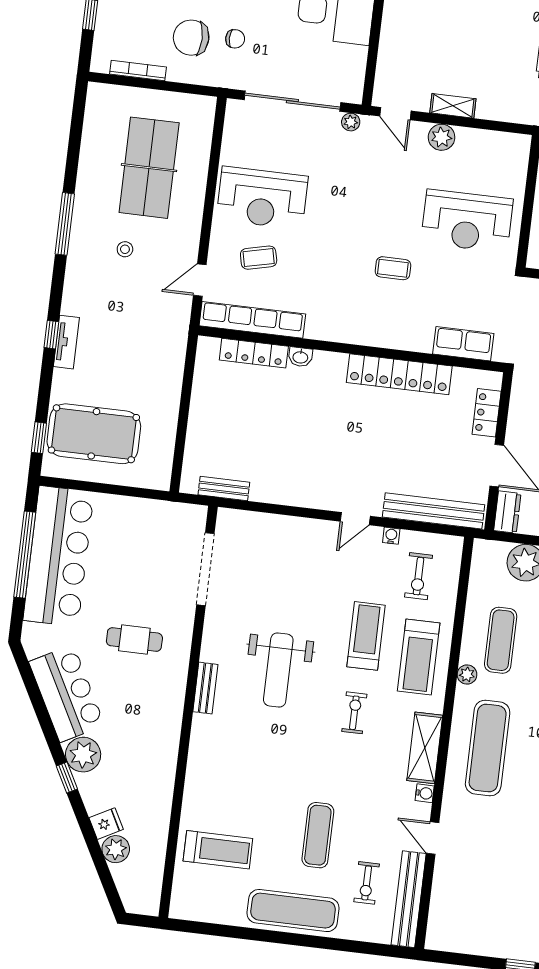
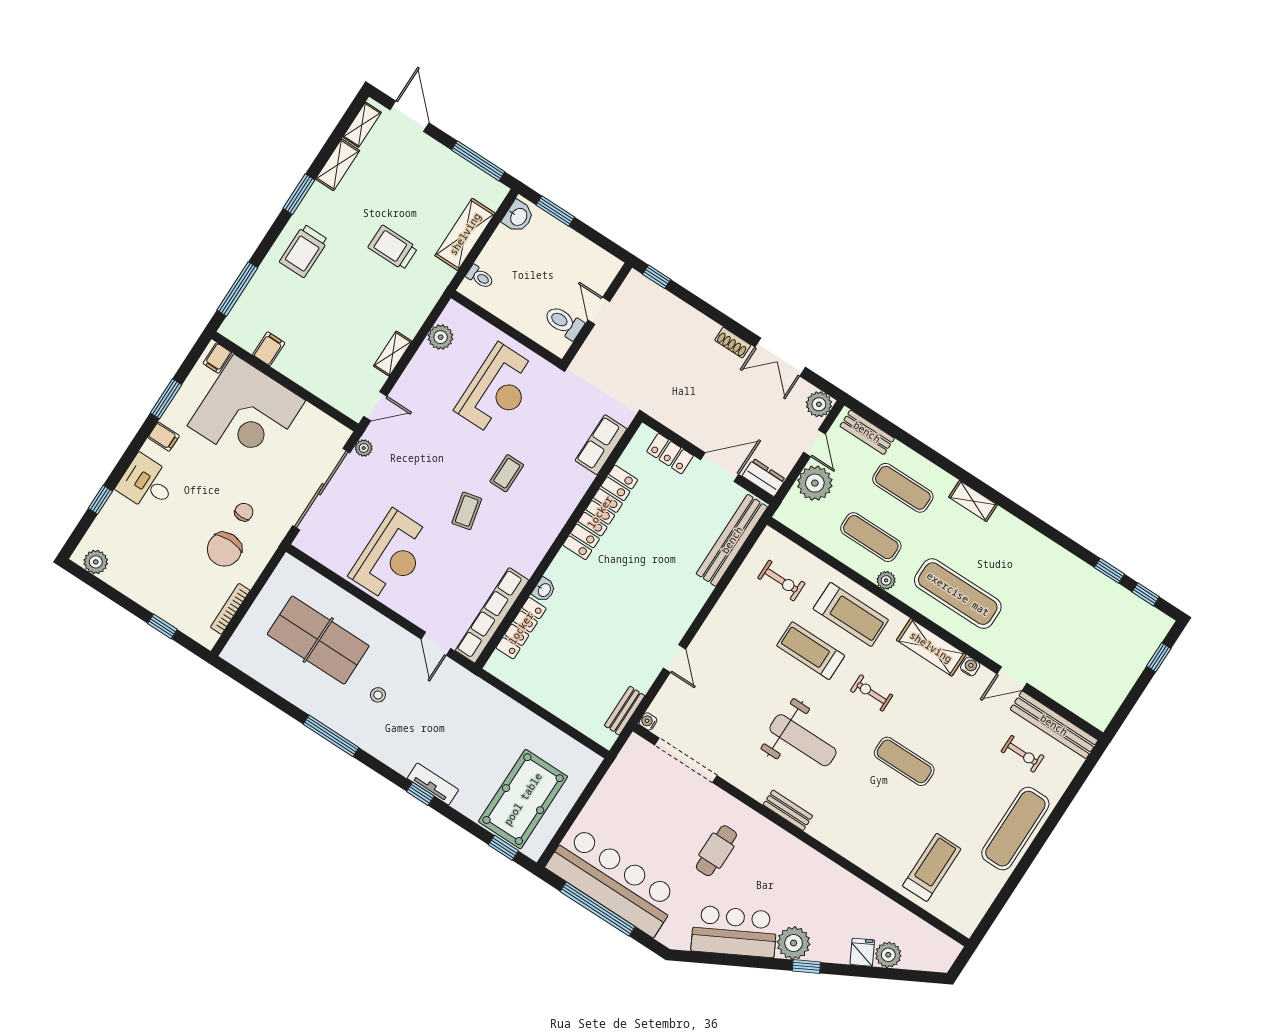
plant: (442, 137) -> (441, 337), moved
coffee table: (259, 258) -> (467, 511), moved
door: (355, 519) -> (675, 659), moved
water cooler: (391, 536) -> (648, 721), moved
exercise mat: (318, 835) -> (904, 761), moved

